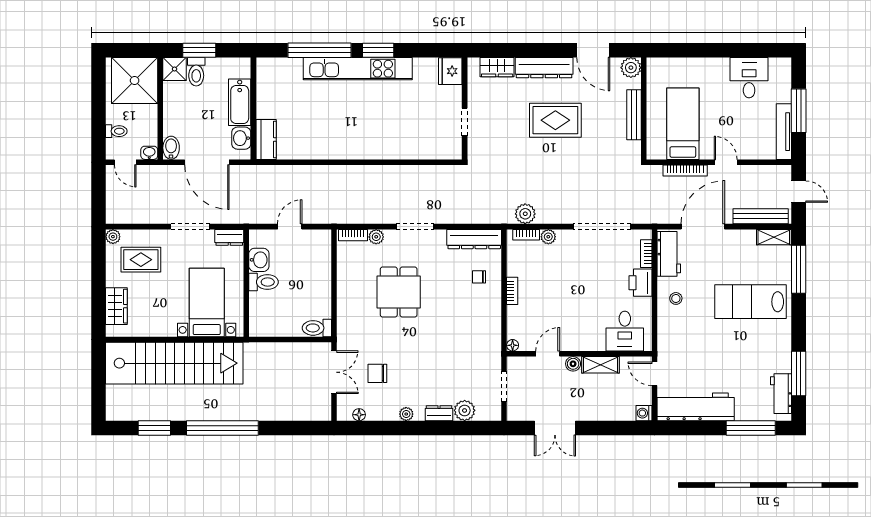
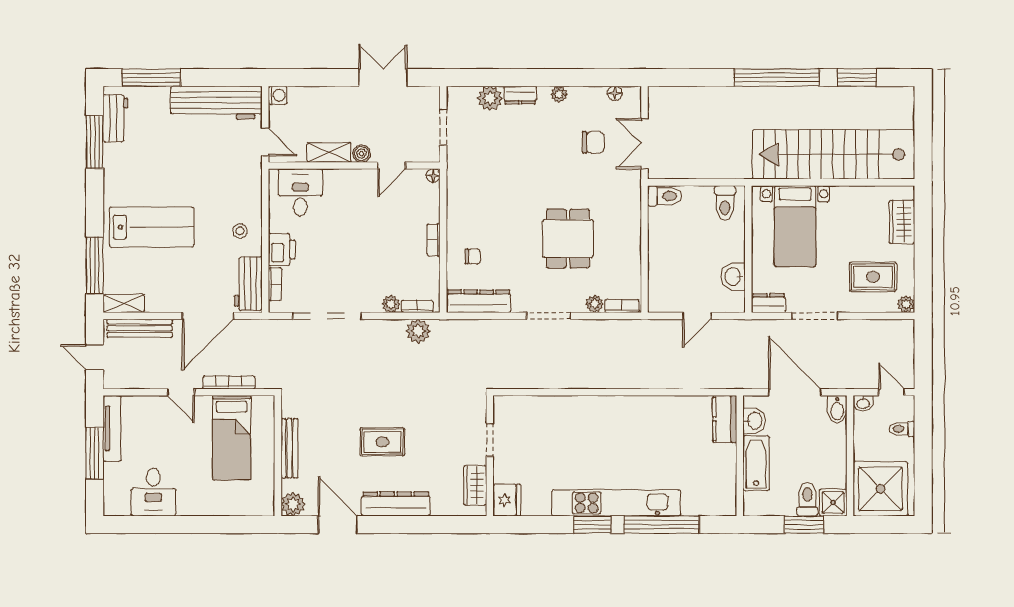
wardrobe: (497, 67) -> (475, 485), moved, turned -90
rug: (555, 120) -> (382, 442), width x0.73, depth x0.70
toilet: (264, 282) -> (725, 203), moved, turned -90

